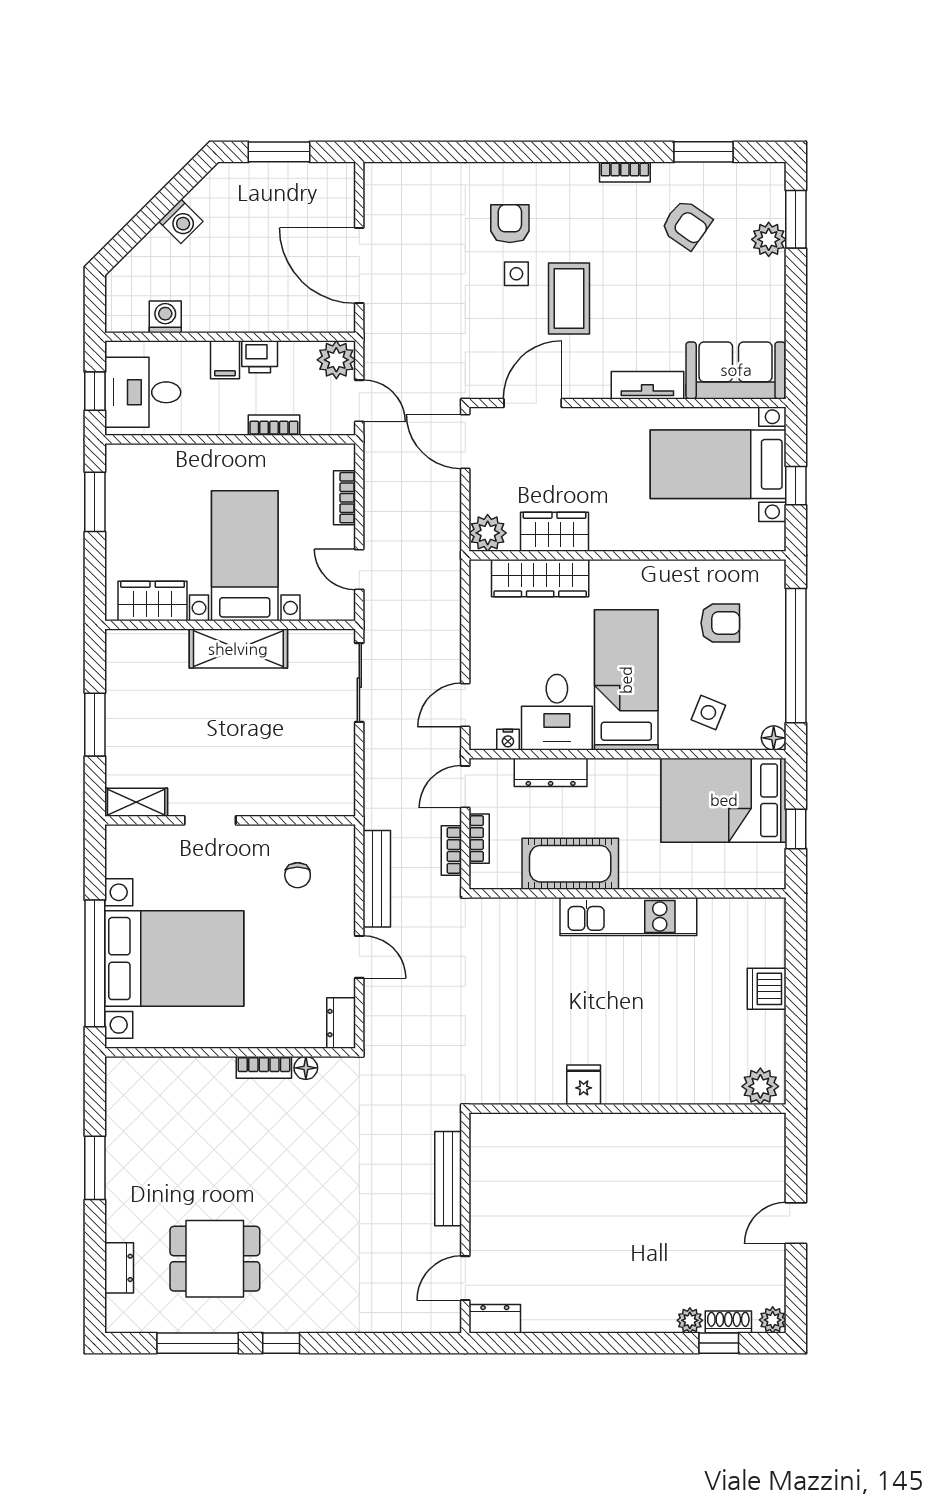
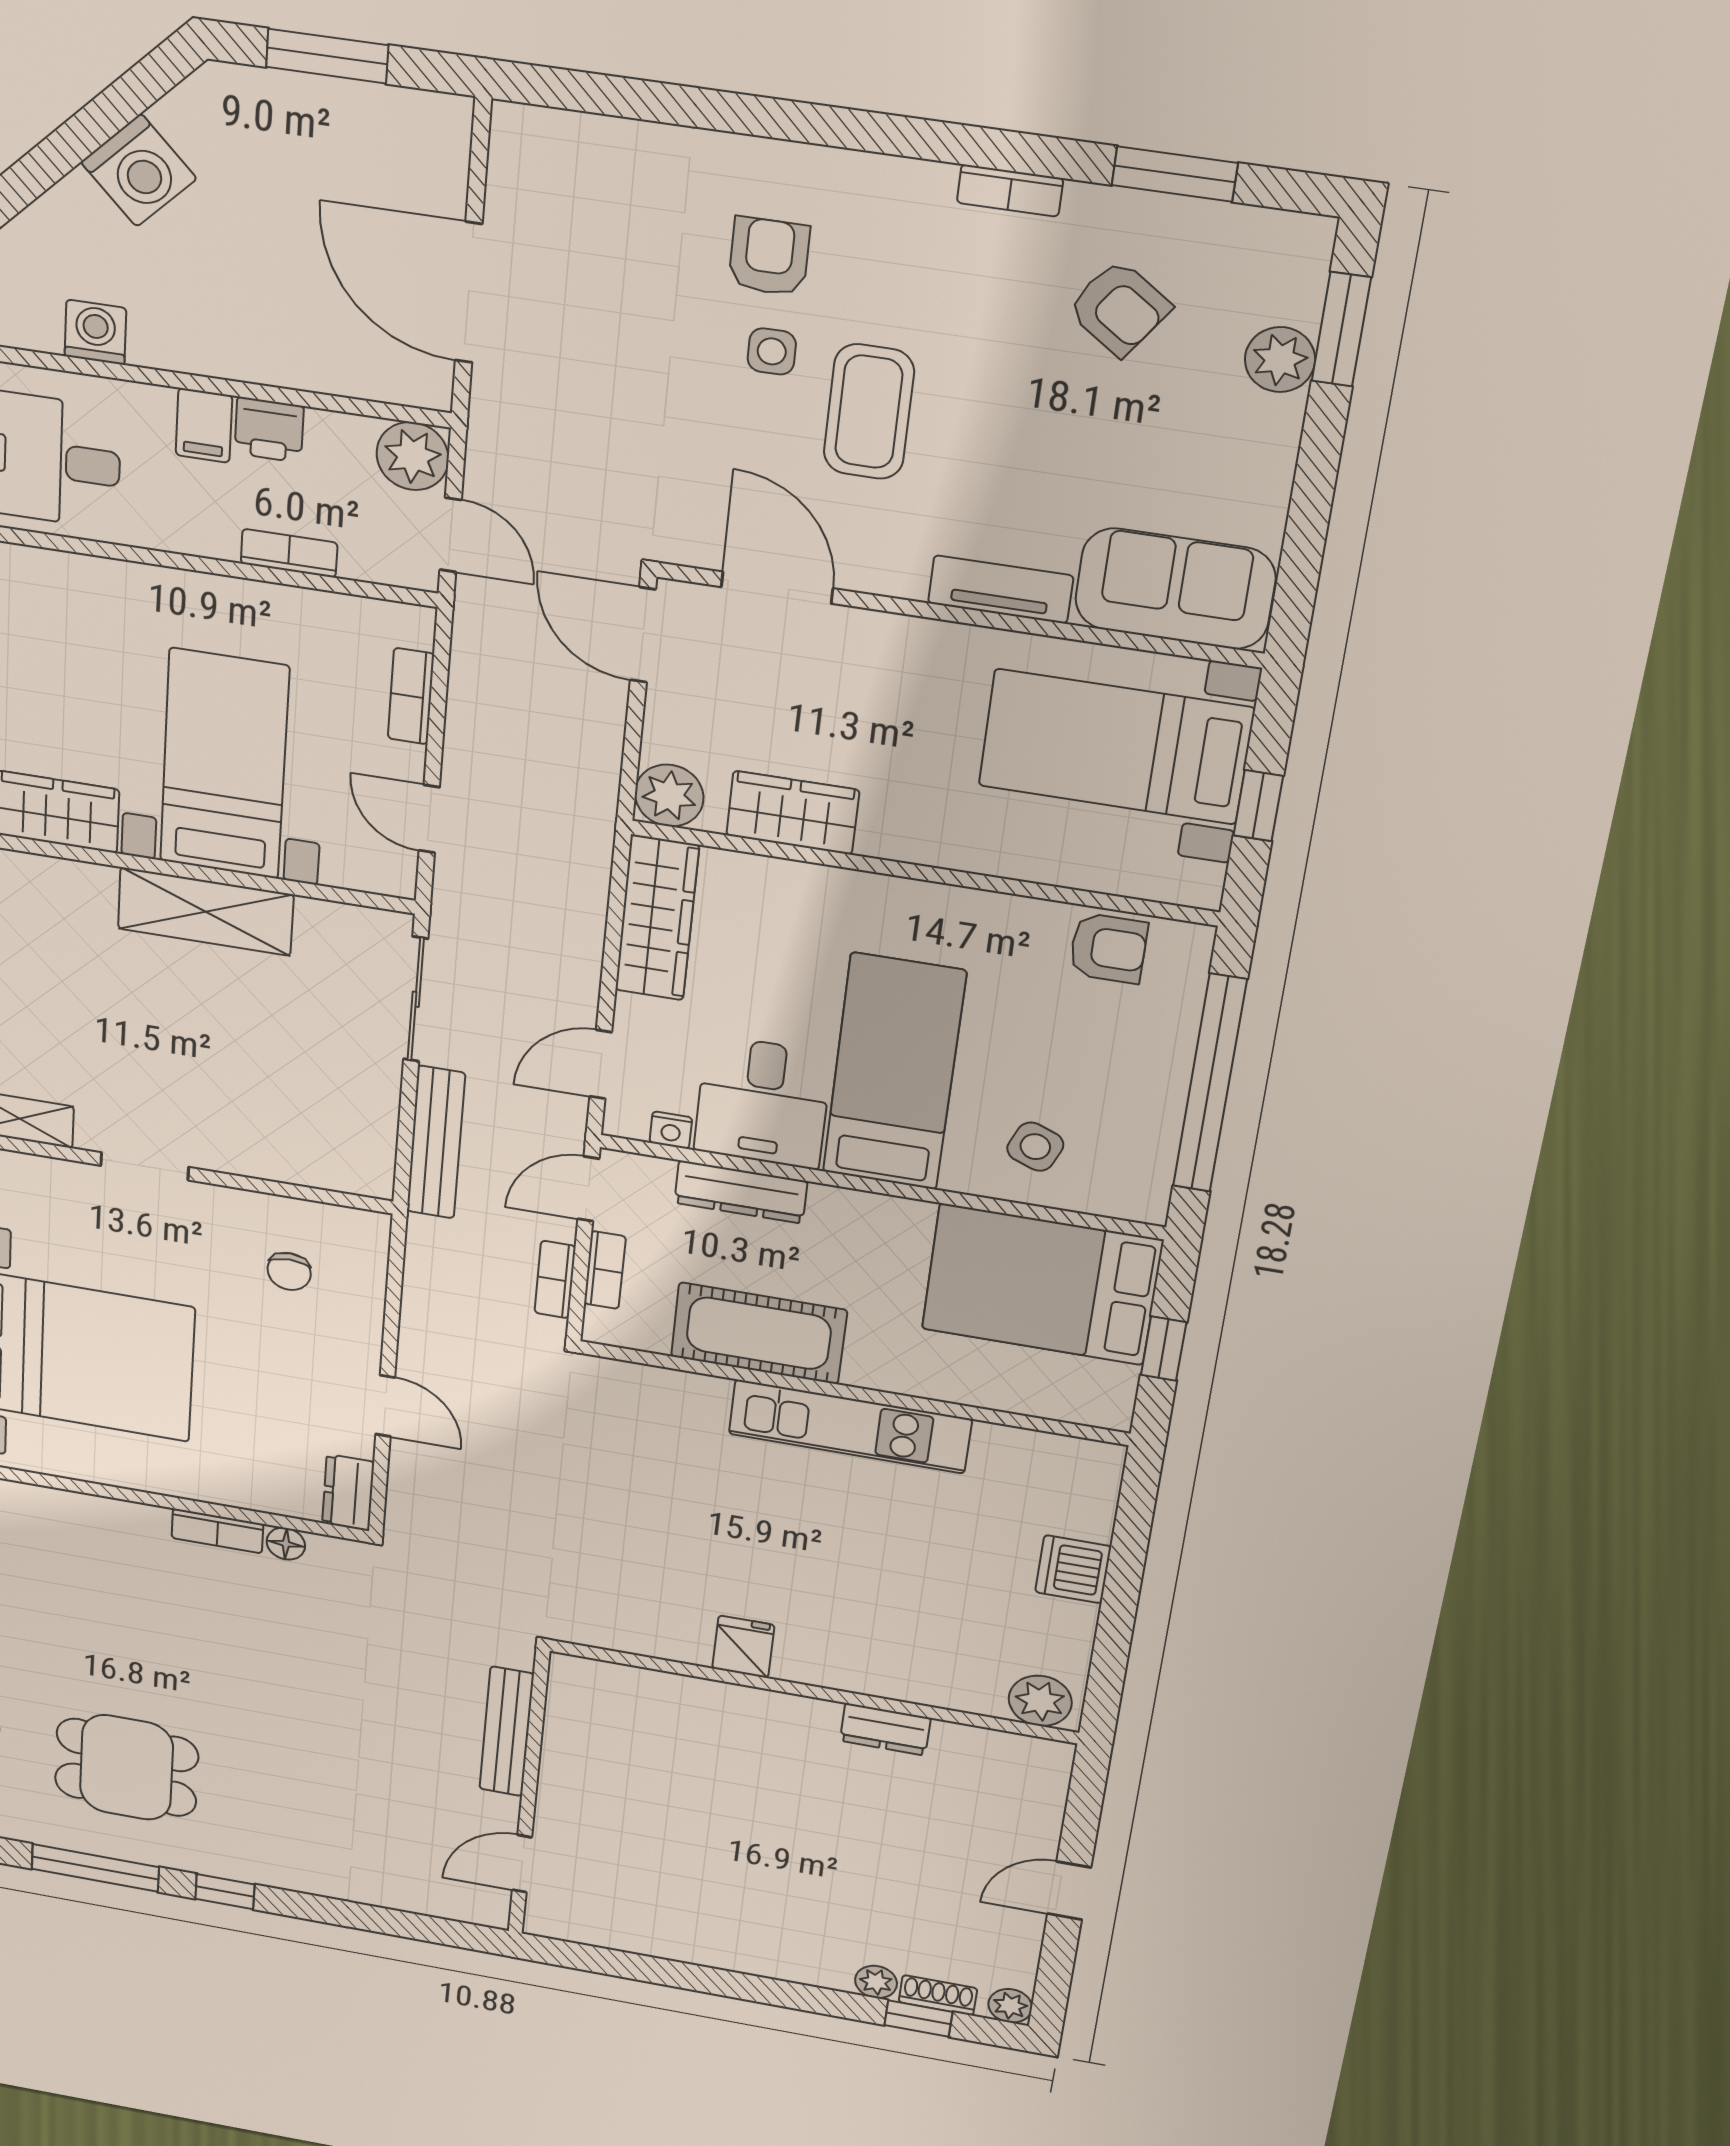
washing machine: (181, 221) -> (139, 170), width x1.38, depth x1.38
door: (533, 403) -> (777, 588), hinge flipped
wardrobe: (540, 578) -> (657, 918), moved, turned -90
armchair: (720, 623) -> (1108, 948), moved
floor lamp: (774, 738) -> (1147, 1205), removed
bench: (377, 879) -> (436, 1142), moved
dresser: (495, 1319) -> (885, 1729), moved, turned 180

